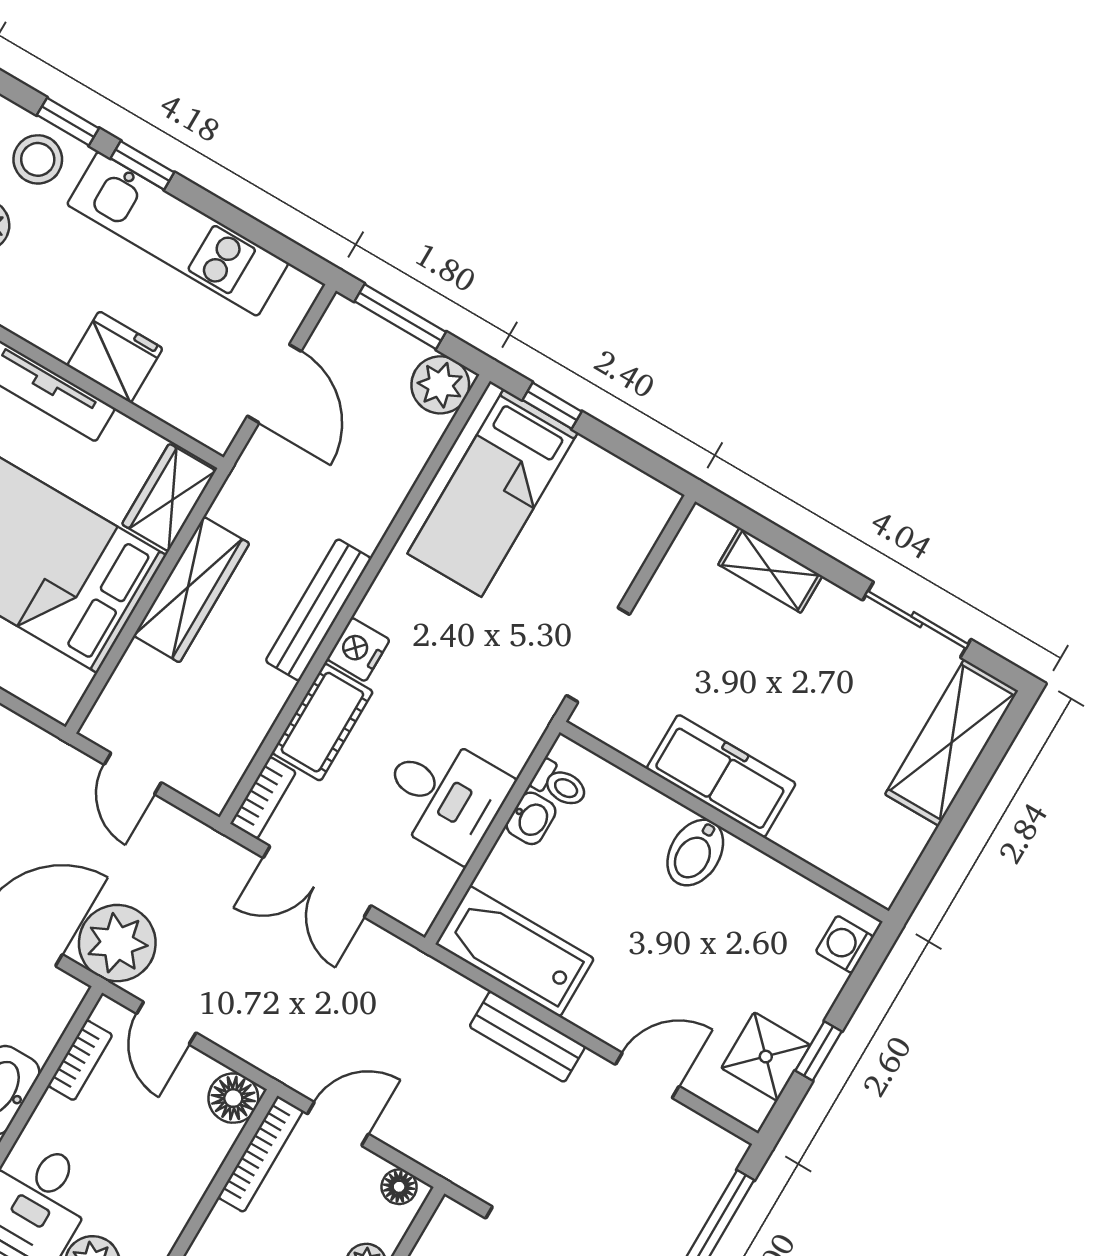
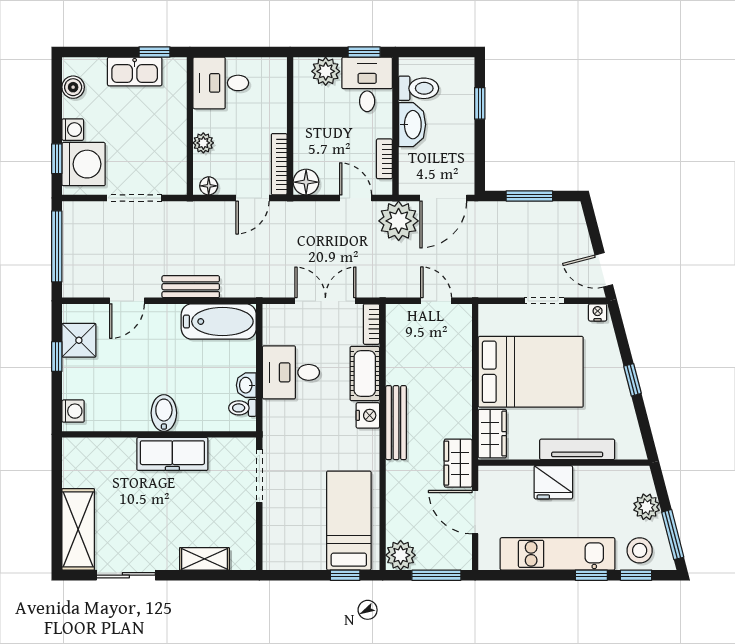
wardrobe: (191, 590) -> (458, 463), moved, width x0.67

